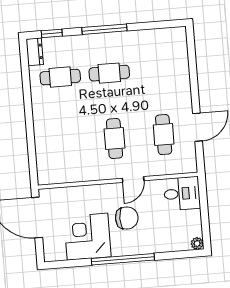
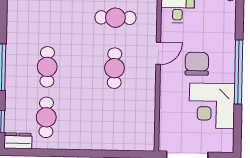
cafe table: (115, 138) -> (114, 68), turned 90
door: (133, 180) -> (158, 53), hinge flipped

